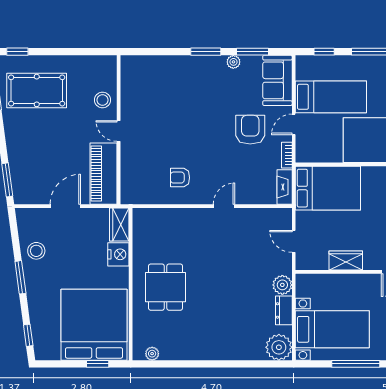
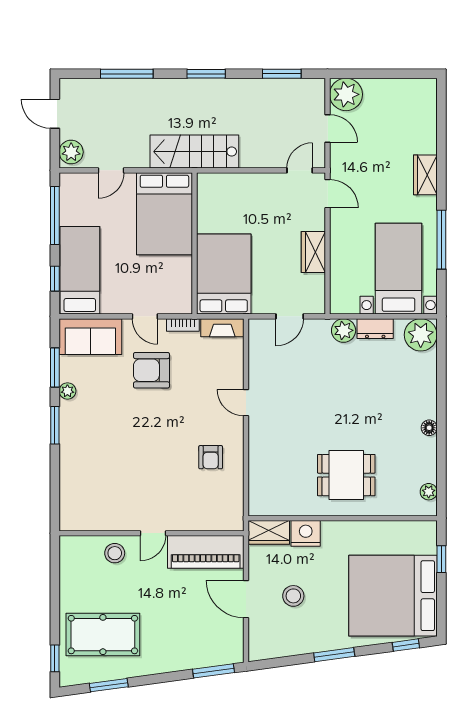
pool table: (37, 90) -> (103, 635), turned 90
bed: (331, 97) -> (80, 270), moved
stool: (36, 251) -> (293, 596), moved
bed: (94, 325) -> (393, 596), moved
floor lamp: (204, 354) -> (429, 428), added

